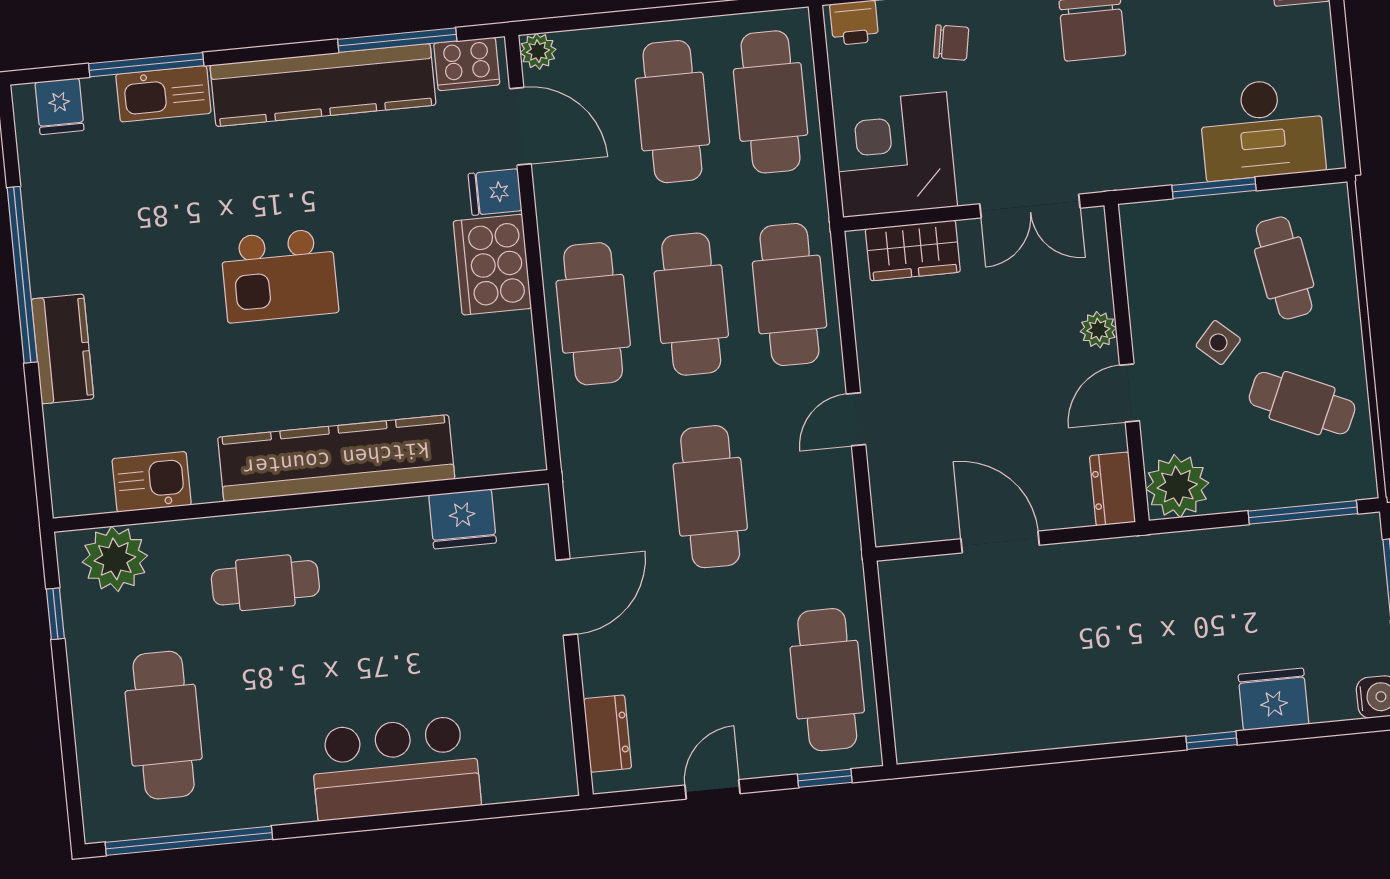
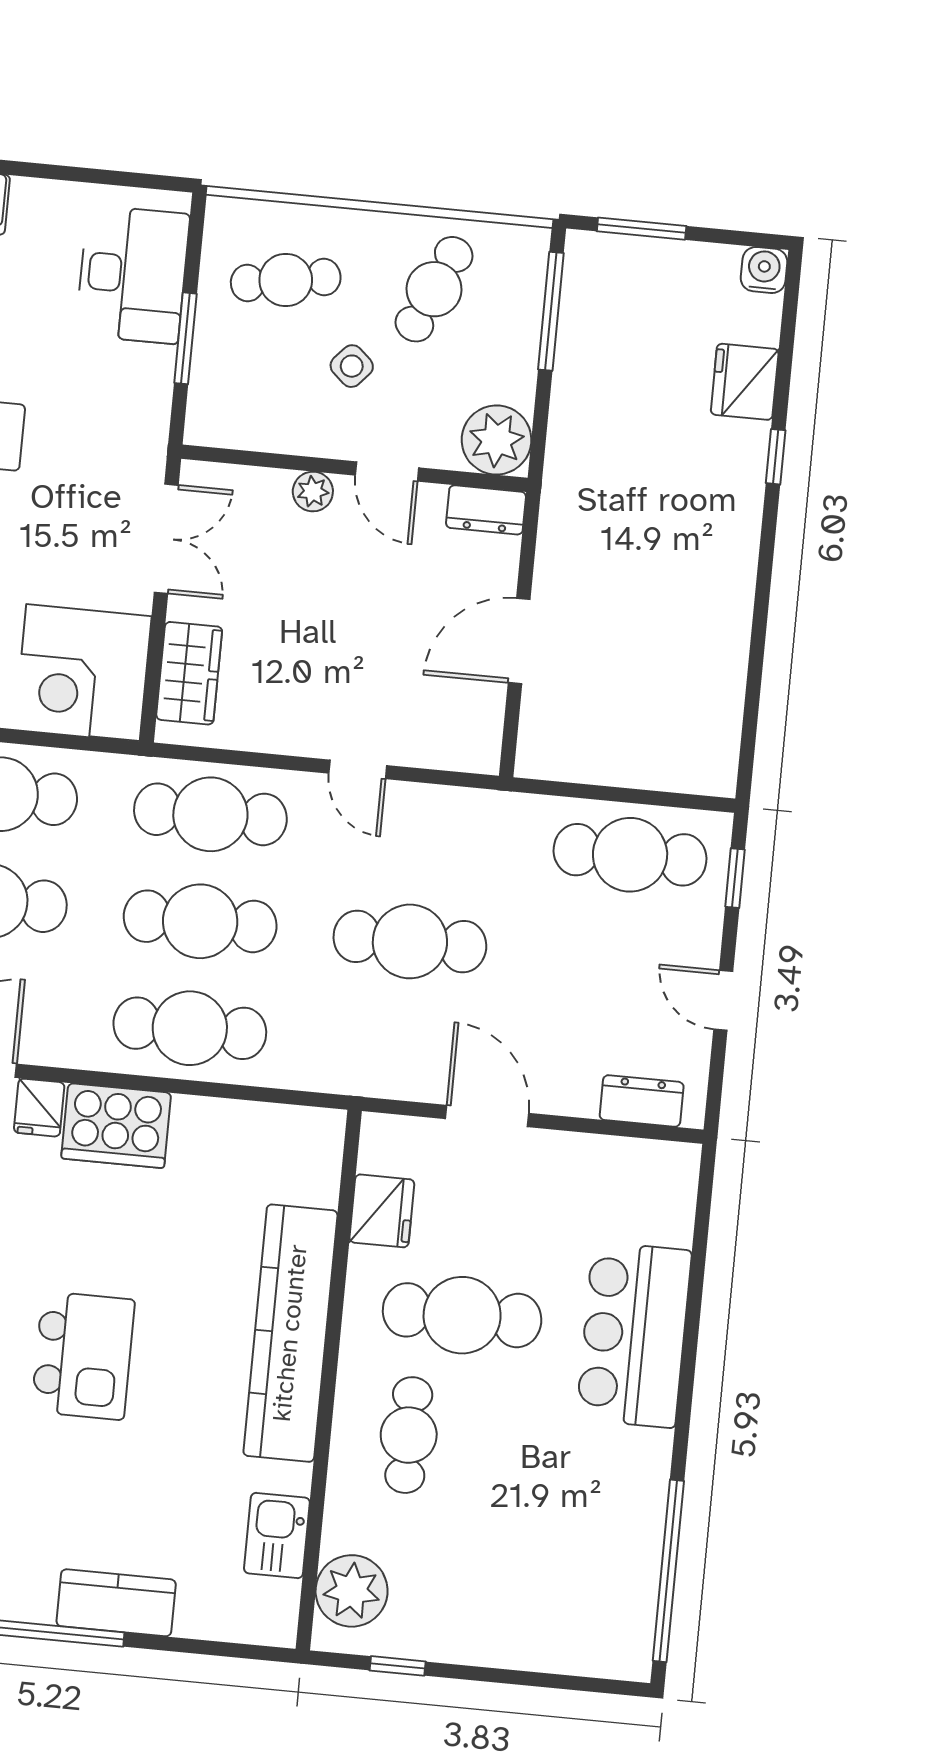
cafe table: (164, 725) -> (462, 1315), moved

